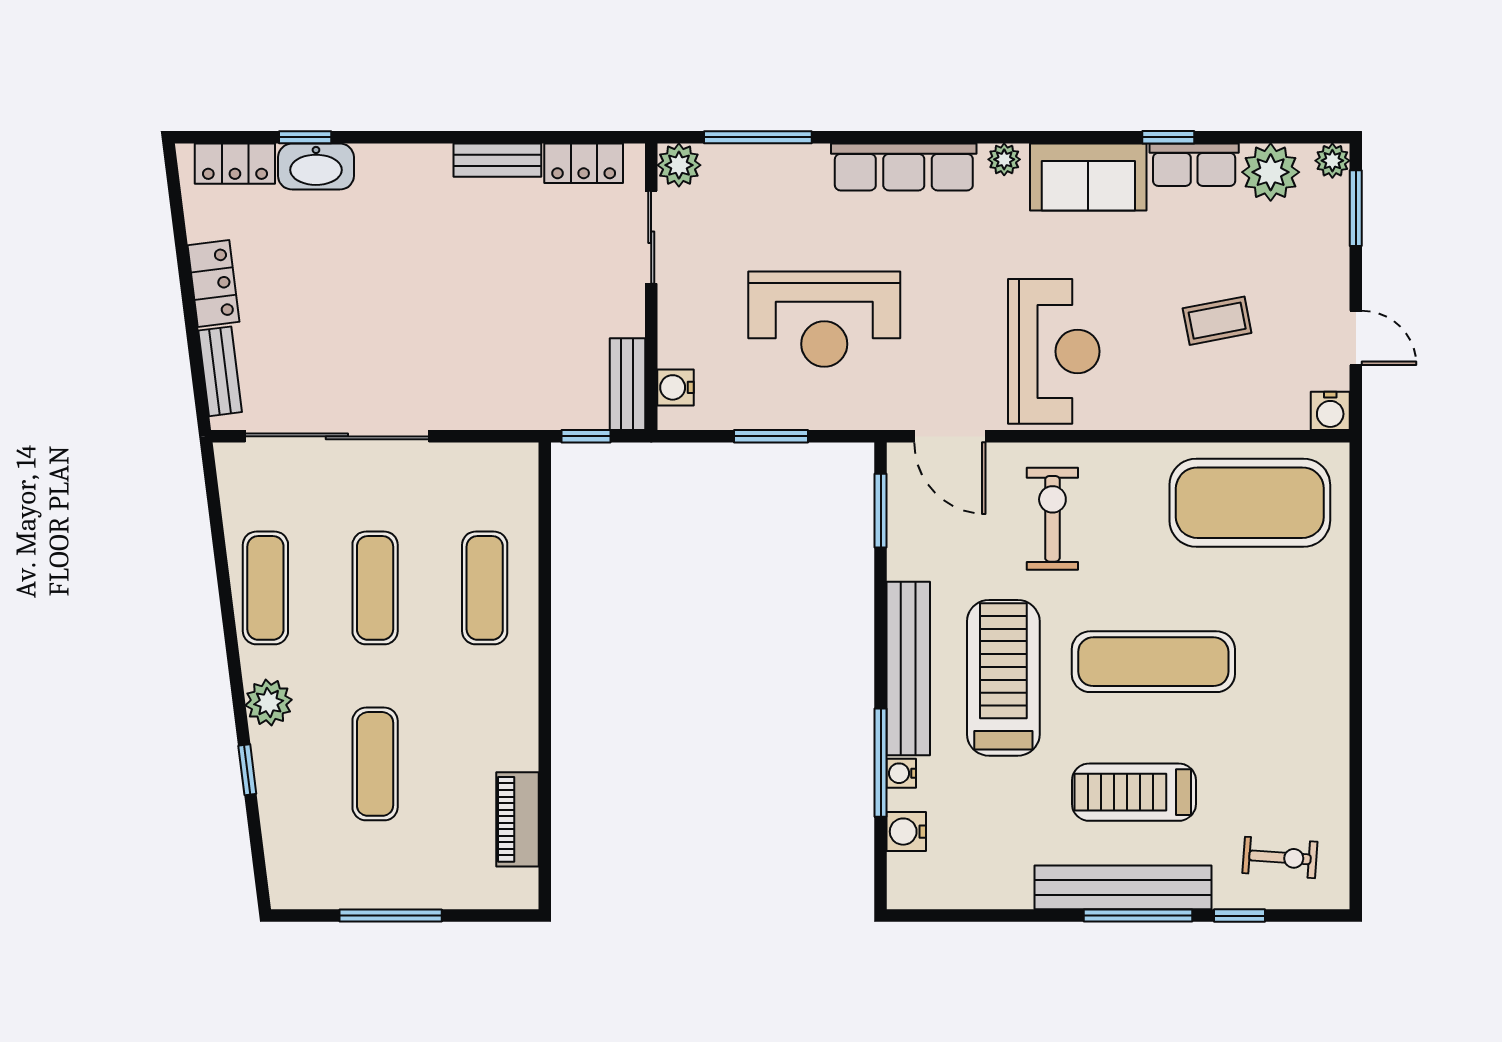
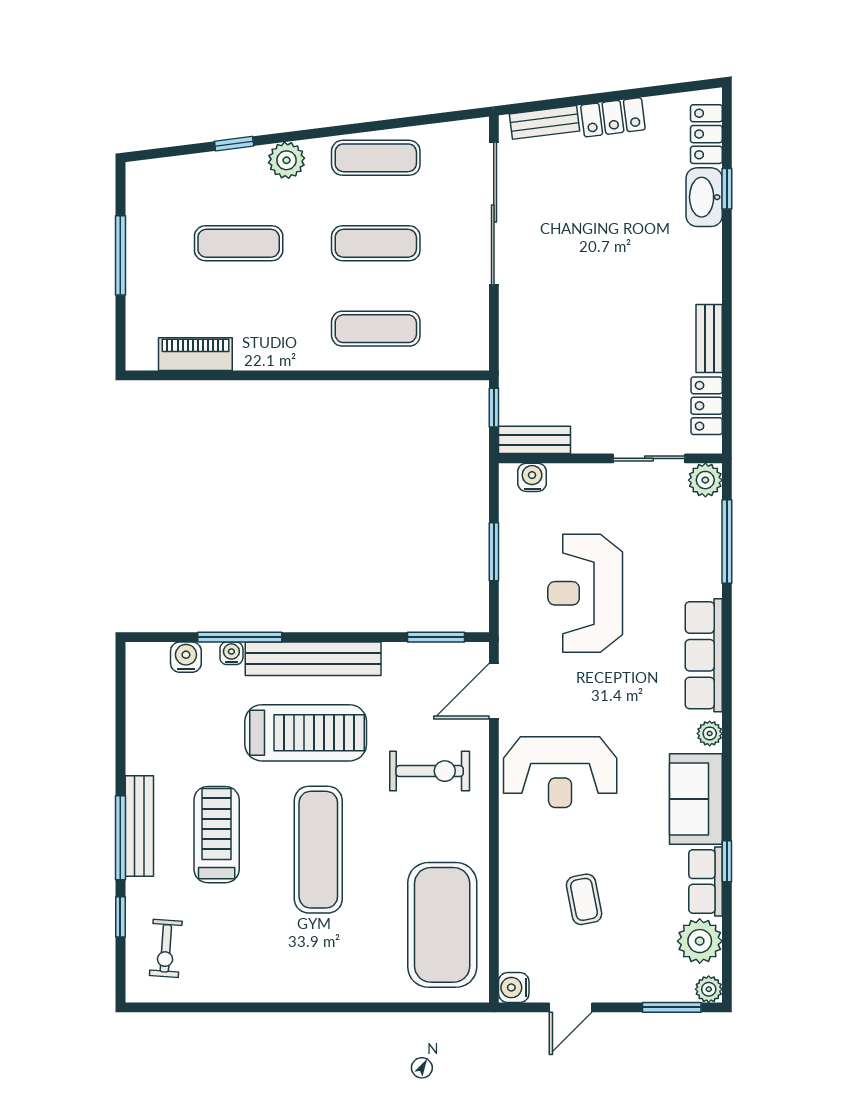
bench: (1123, 887) -> (139, 826), width x0.73, depth x0.82

